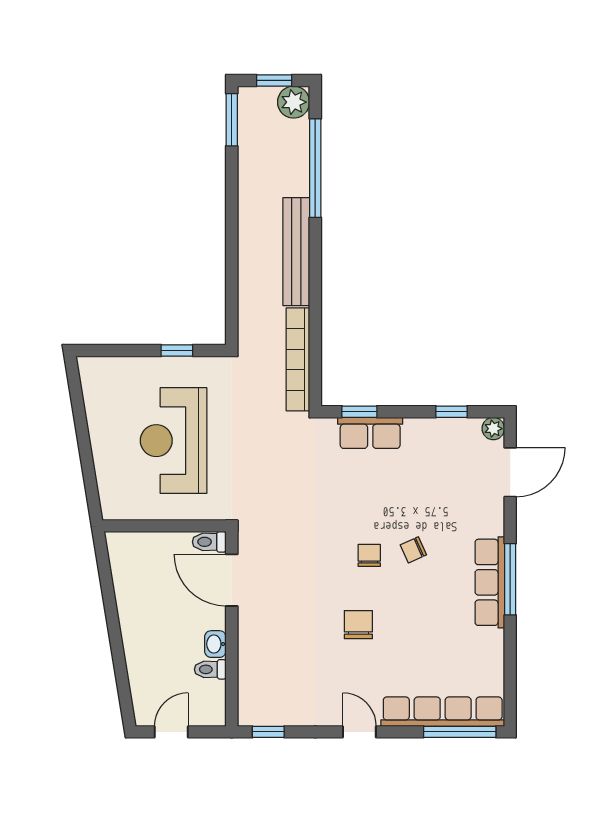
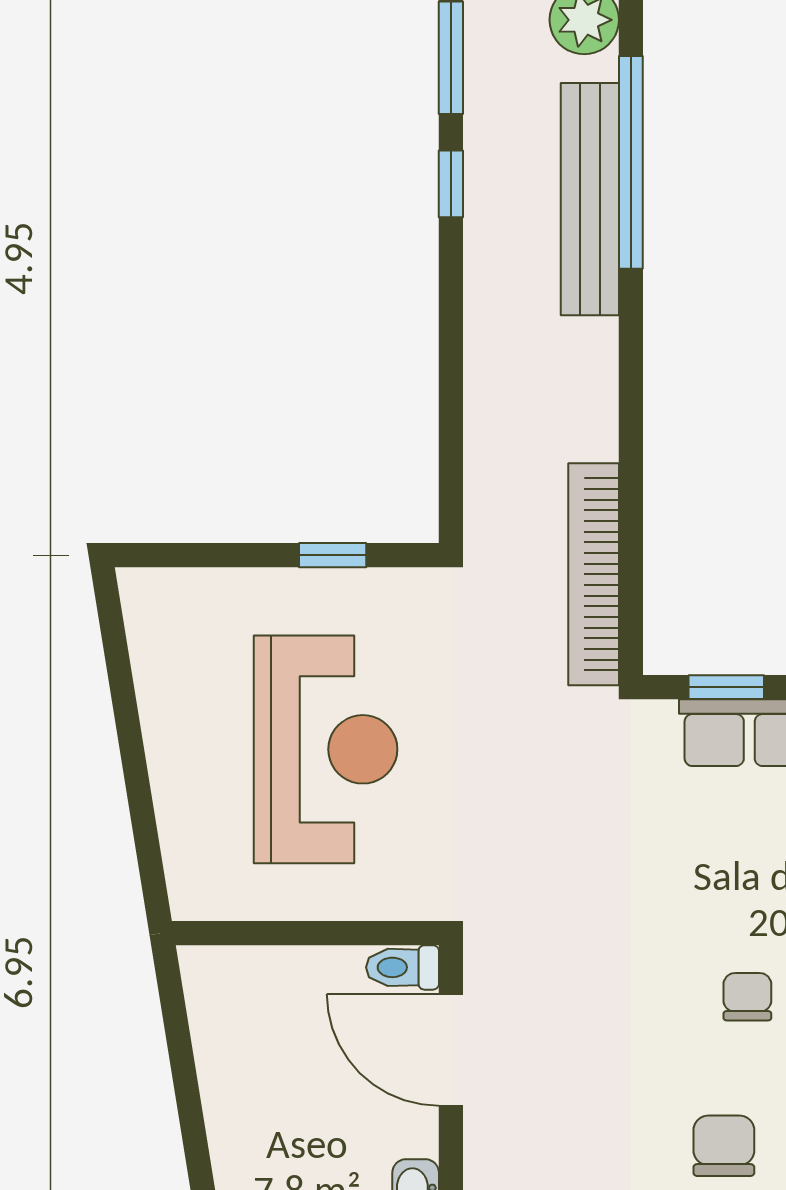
window: (232, 178) -> (451, 184), added
bench: (296, 252) -> (590, 199), moved
reception desk: (174, 441) -> (326, 749), turned 180

